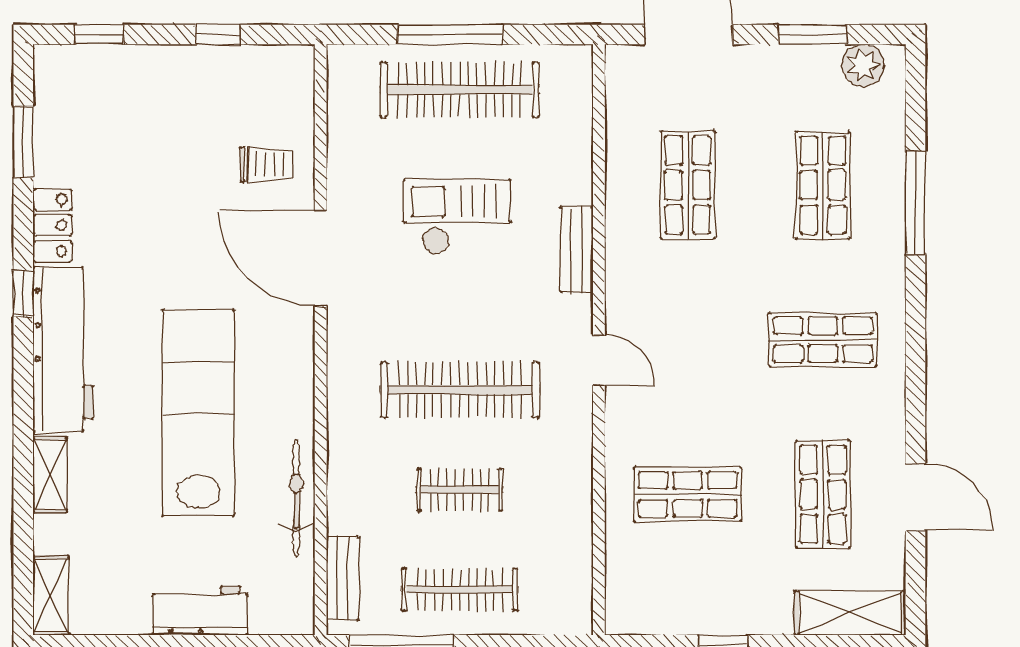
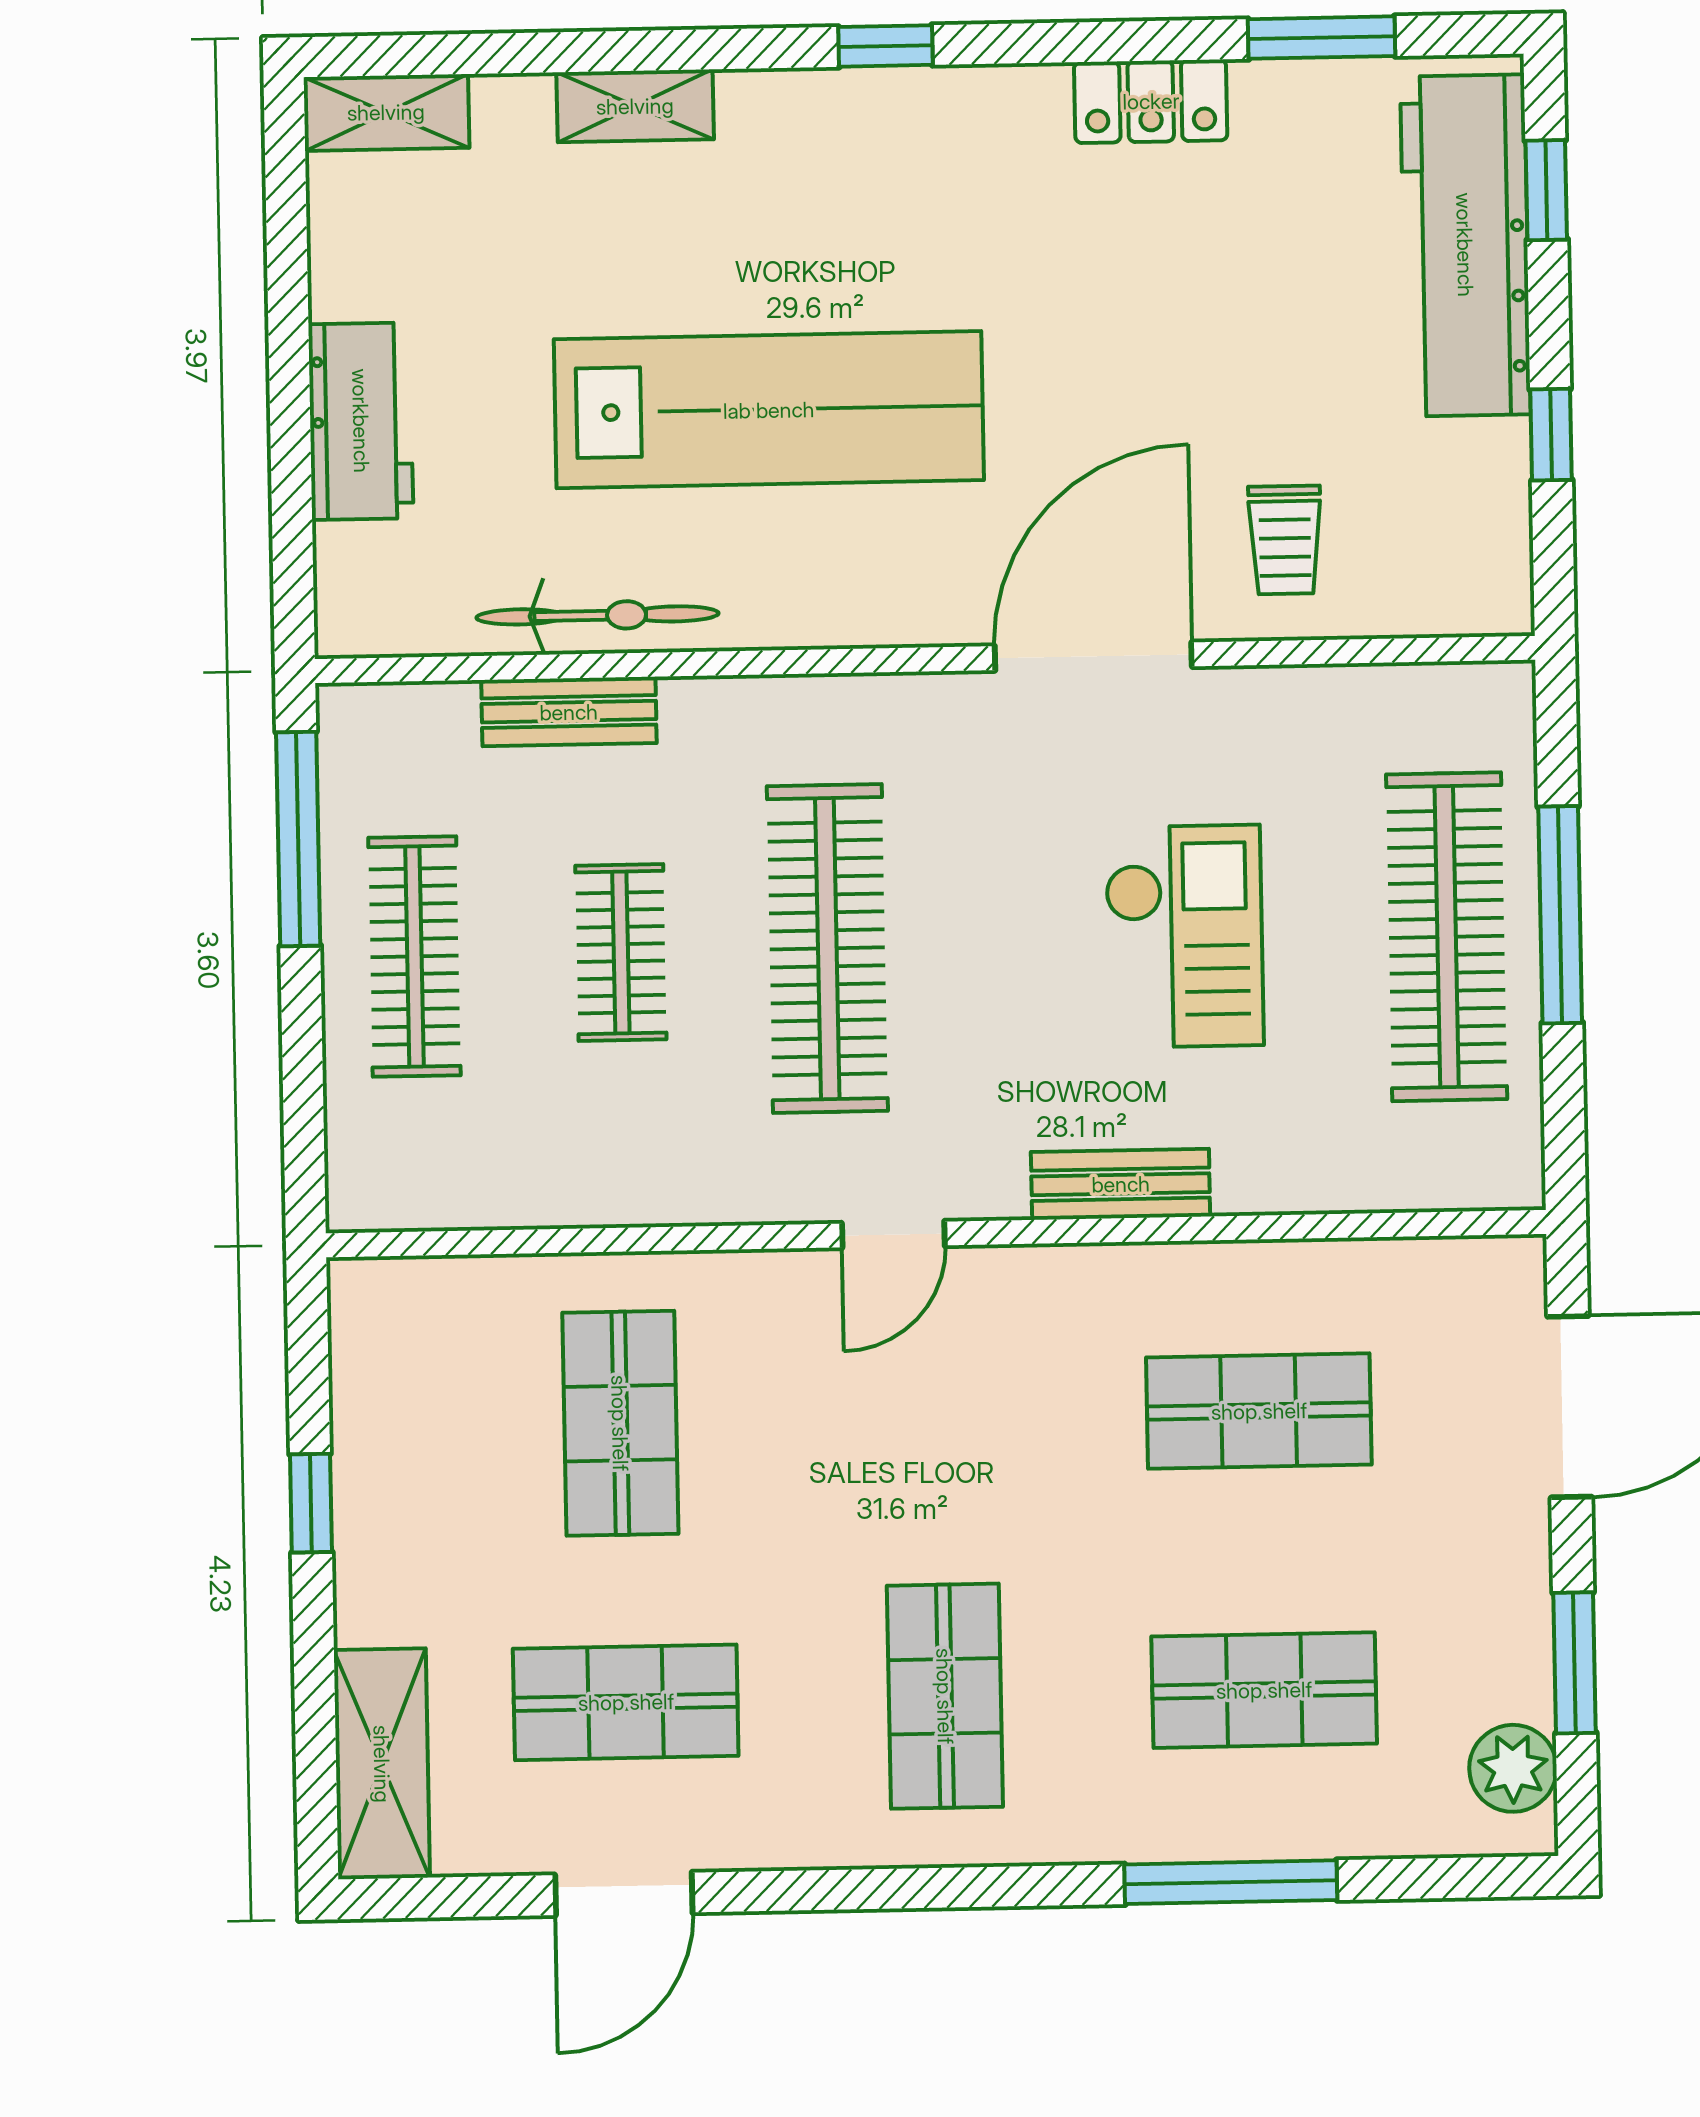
window: (23, 293) -> (886, 46), moved
workbench: (63, 350) -> (1465, 245), moved, turned 90
bench: (343, 578) -> (569, 712), moved

